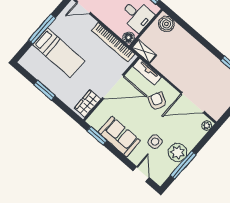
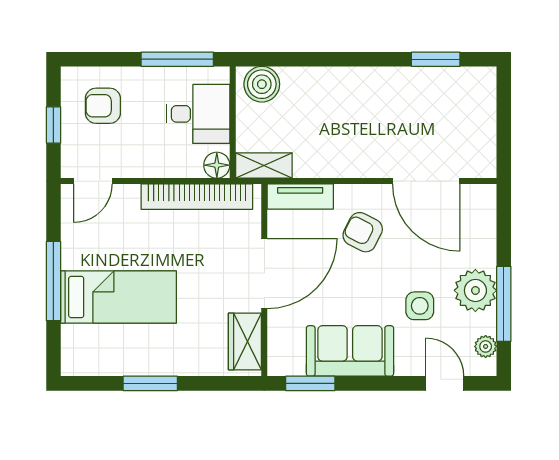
door: (193, 103) -> (426, 181), hinge flipped
plant: (207, 126) -> (486, 346), moved

